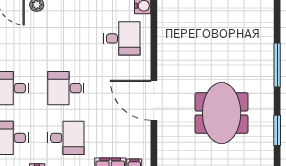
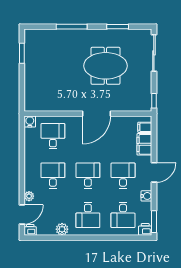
desk: (66, 38) -> (53, 176), added
desk: (66, 88) -> (88, 176), turned 180

